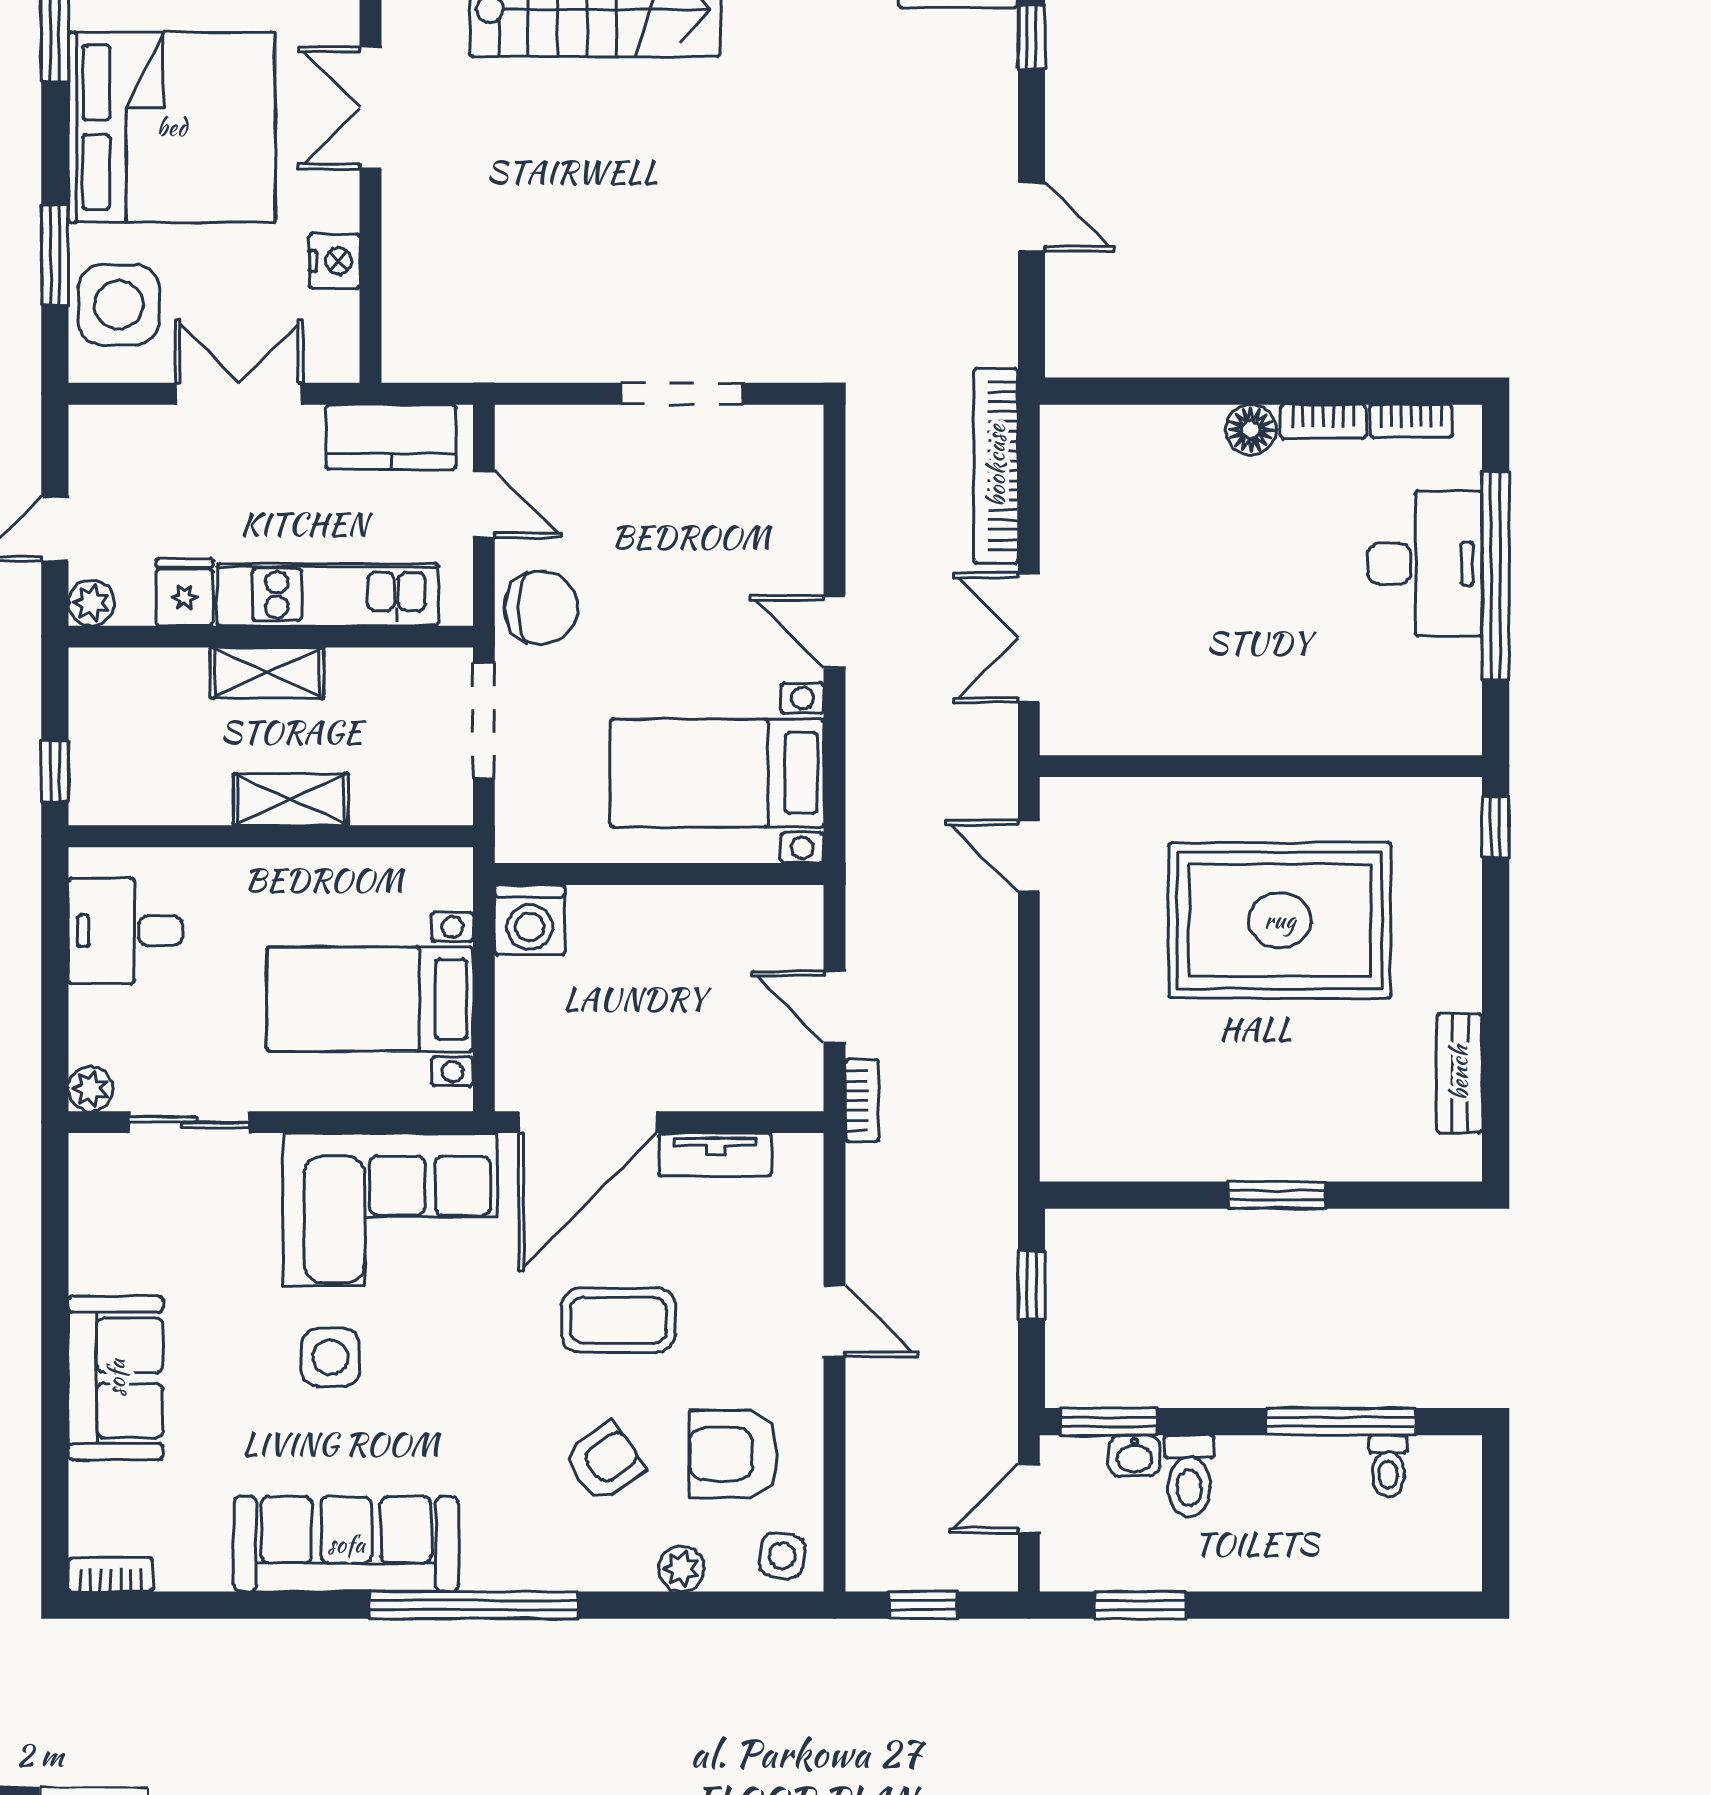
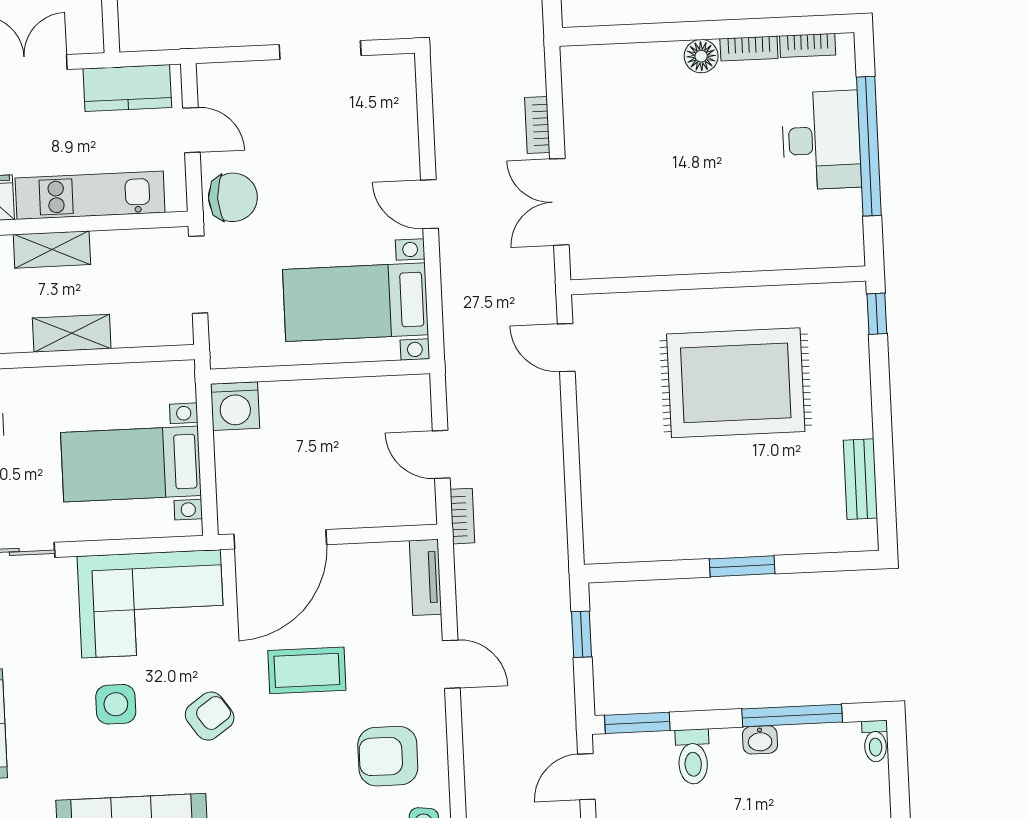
bookcase: (996, 466) -> (537, 125), width x0.43, depth x0.76
tv unit: (715, 1155) -> (425, 577), moved, turned 90
washbasin: (1134, 1456) -> (760, 740), moved
armchair: (604, 1462) -> (210, 716), moved
toilet: (1388, 1466) -> (875, 741), moved

